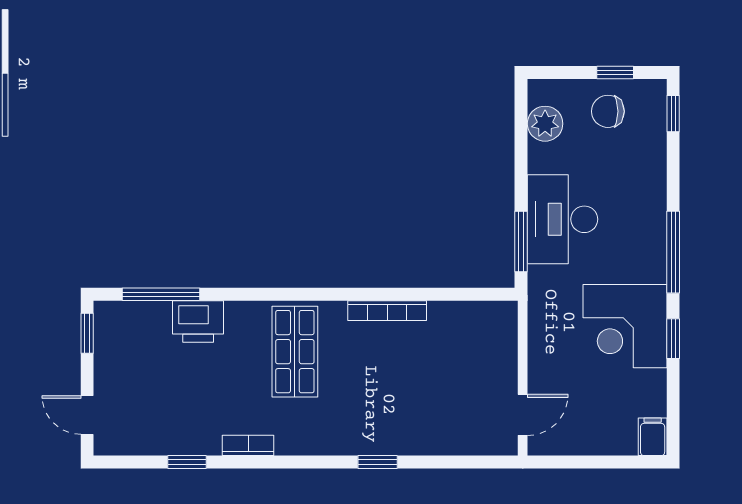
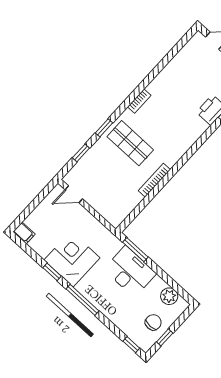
shop shelf: (295, 352) -> (130, 143), moved
door: (523, 415) -> (74, 194), hinge flipped
bookcase: (248, 445) -> (139, 101), moved
window: (187, 462) -> (81, 153), moved

